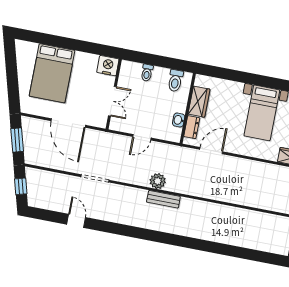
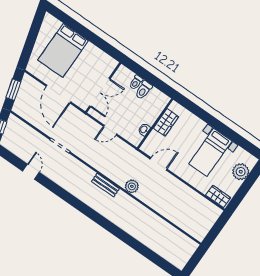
nightstand: (108, 66) -> (108, 64), removed
toilet: (175, 81) -> (144, 90), moved
double door: (112, 101) -> (100, 92), width x1.37
dresser: (192, 127) -> (152, 139), removed
plant: (158, 181) -> (132, 186), moved

